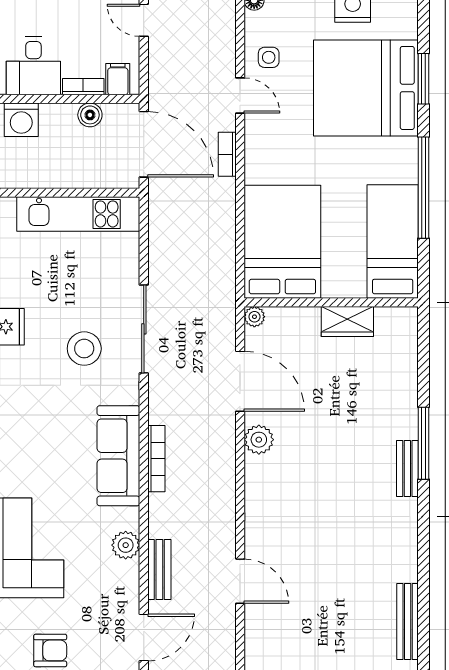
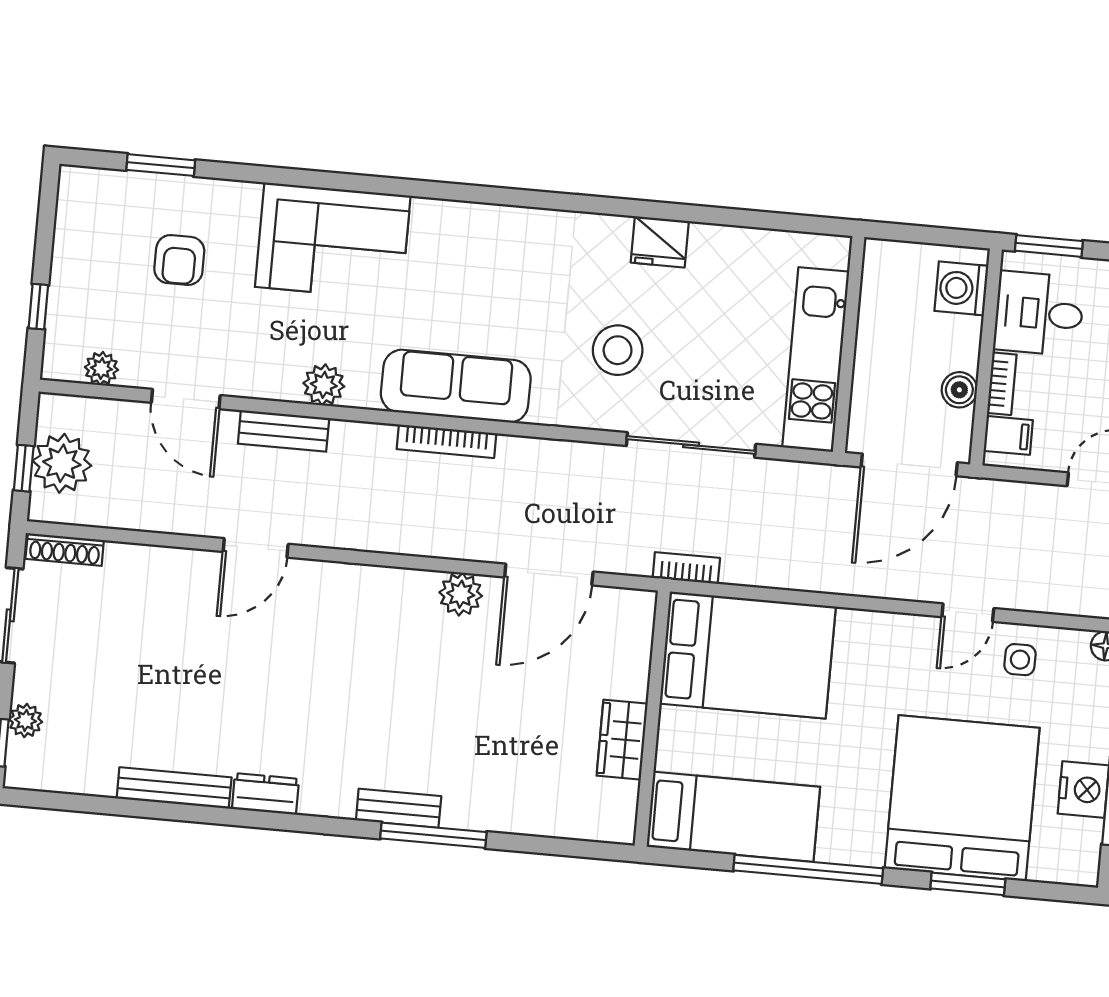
bookcase: (227, 154) -> (686, 568), moved
plant: (254, 317) -> (641, 604), removed
sliding door: (144, 329) -> (691, 445), moved
dresser: (406, 559) -> (265, 794), added

